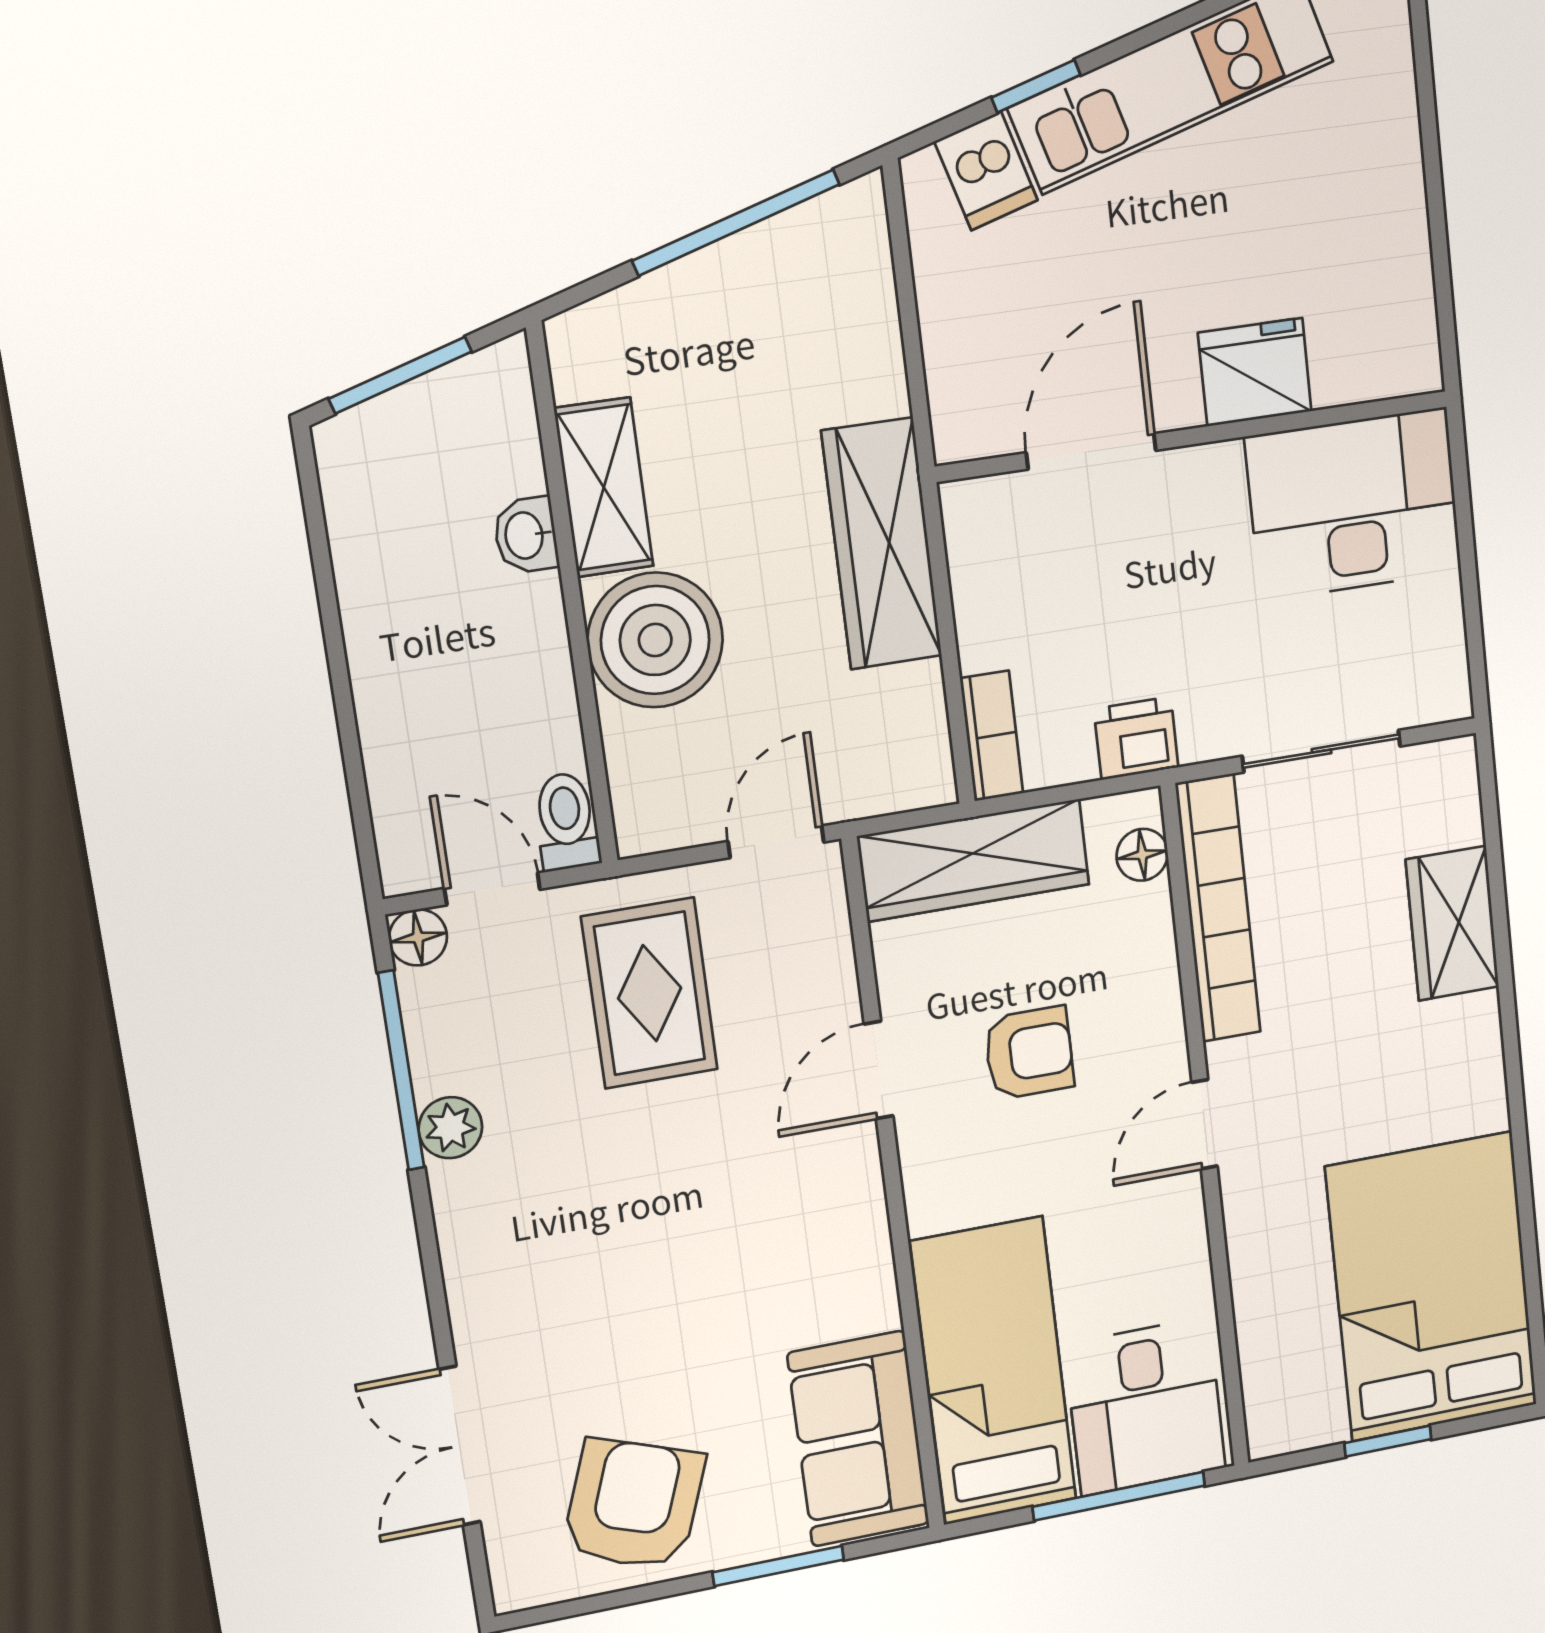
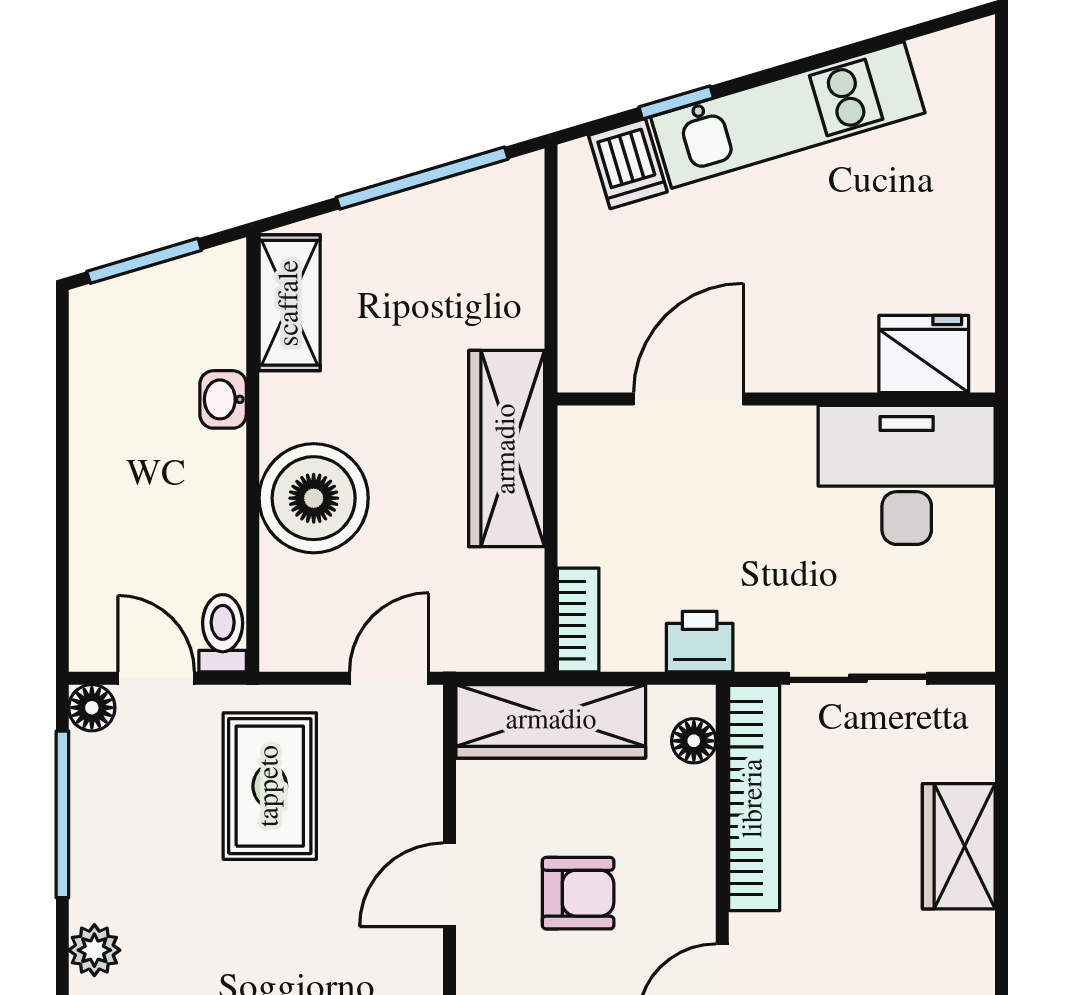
fridge: (1255, 372) -> (924, 354), moved
shelving: (604, 487) -> (290, 303), moved
plant: (450, 1128) -> (94, 950), moved

